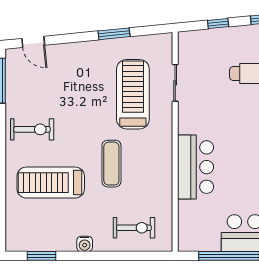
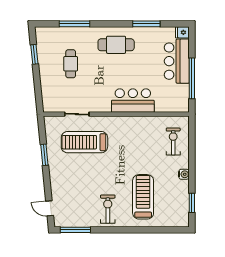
window: (218, 24) -> (37, 86), removed
door: (33, 42) -> (50, 208), swing flipped
exercise mat: (111, 164) -> (130, 156), removed
treadmill: (51, 183) -> (143, 197), turned 180

